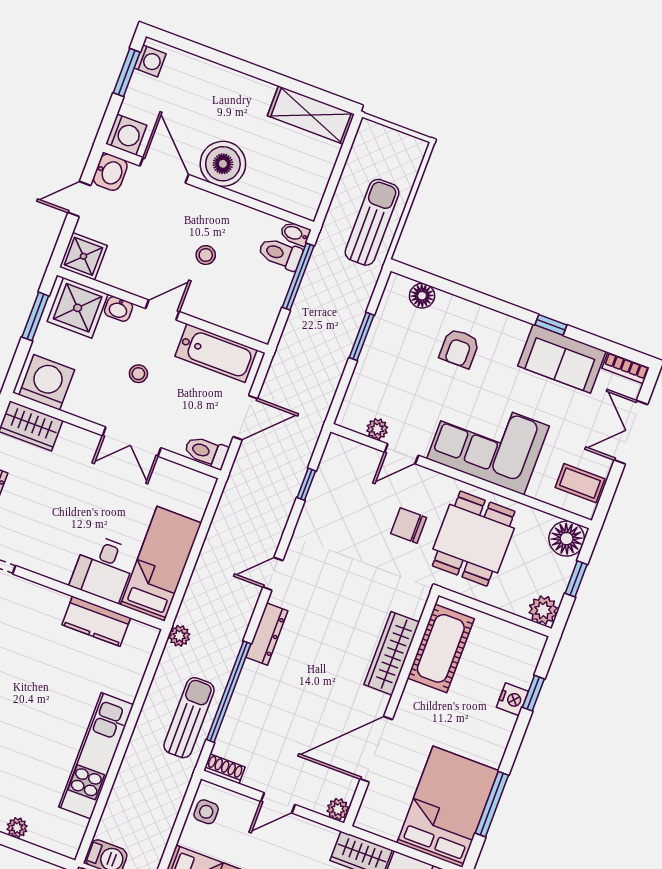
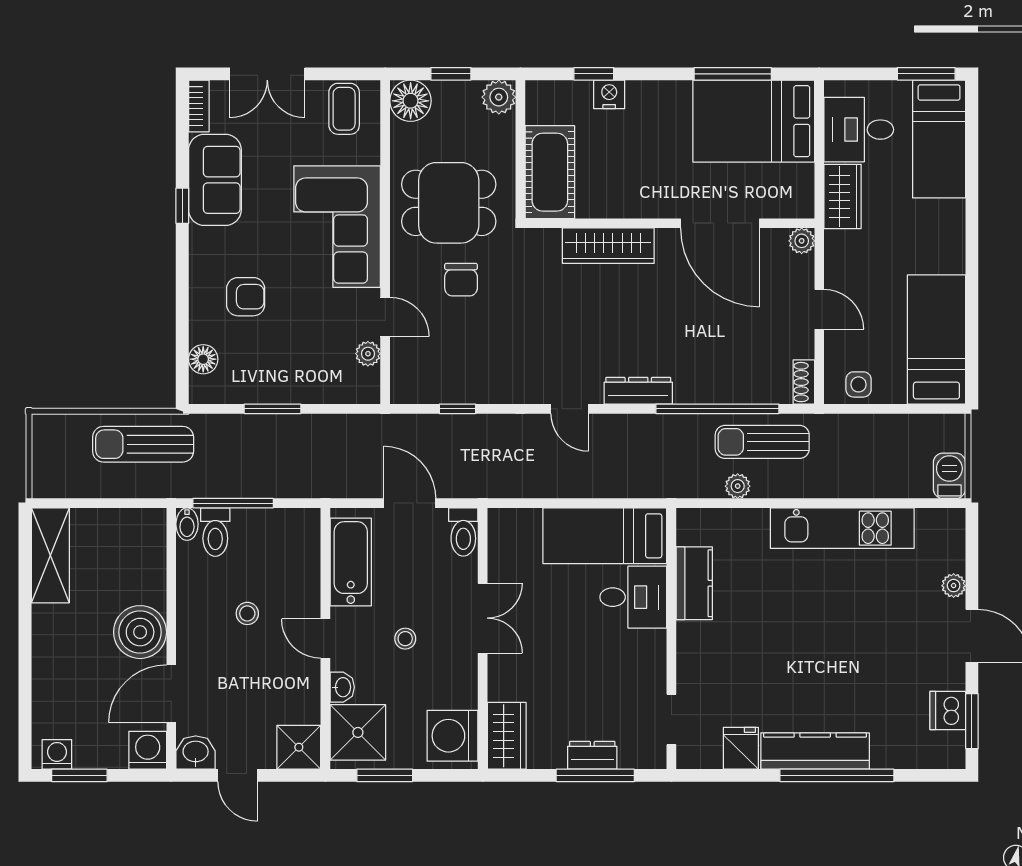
plant: (179, 636) -> (738, 486), moved
cot: (441, 648) -> (550, 172), moved, turned 90

